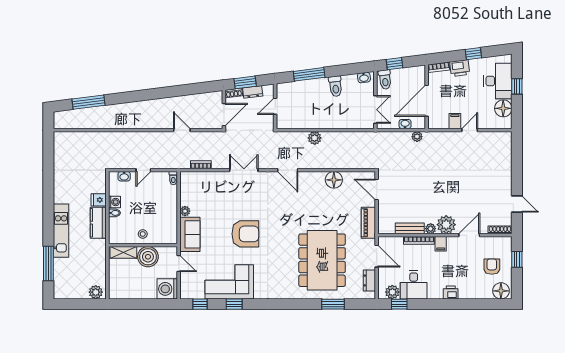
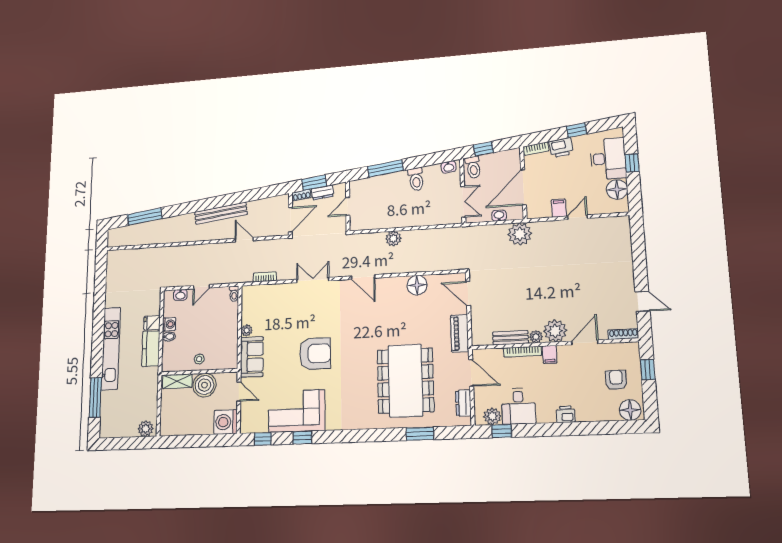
bench: (160, 104) -> (221, 213), added
plant: (417, 137) -> (520, 234), width x1.87, depth x1.87
kitchen unit: (61, 231) -> (111, 348), width x1.36

